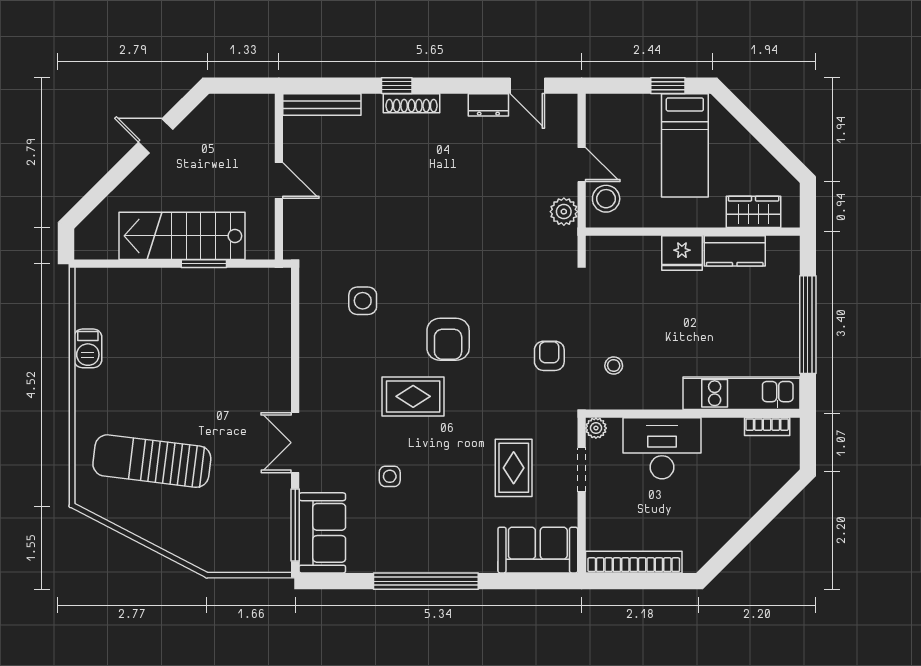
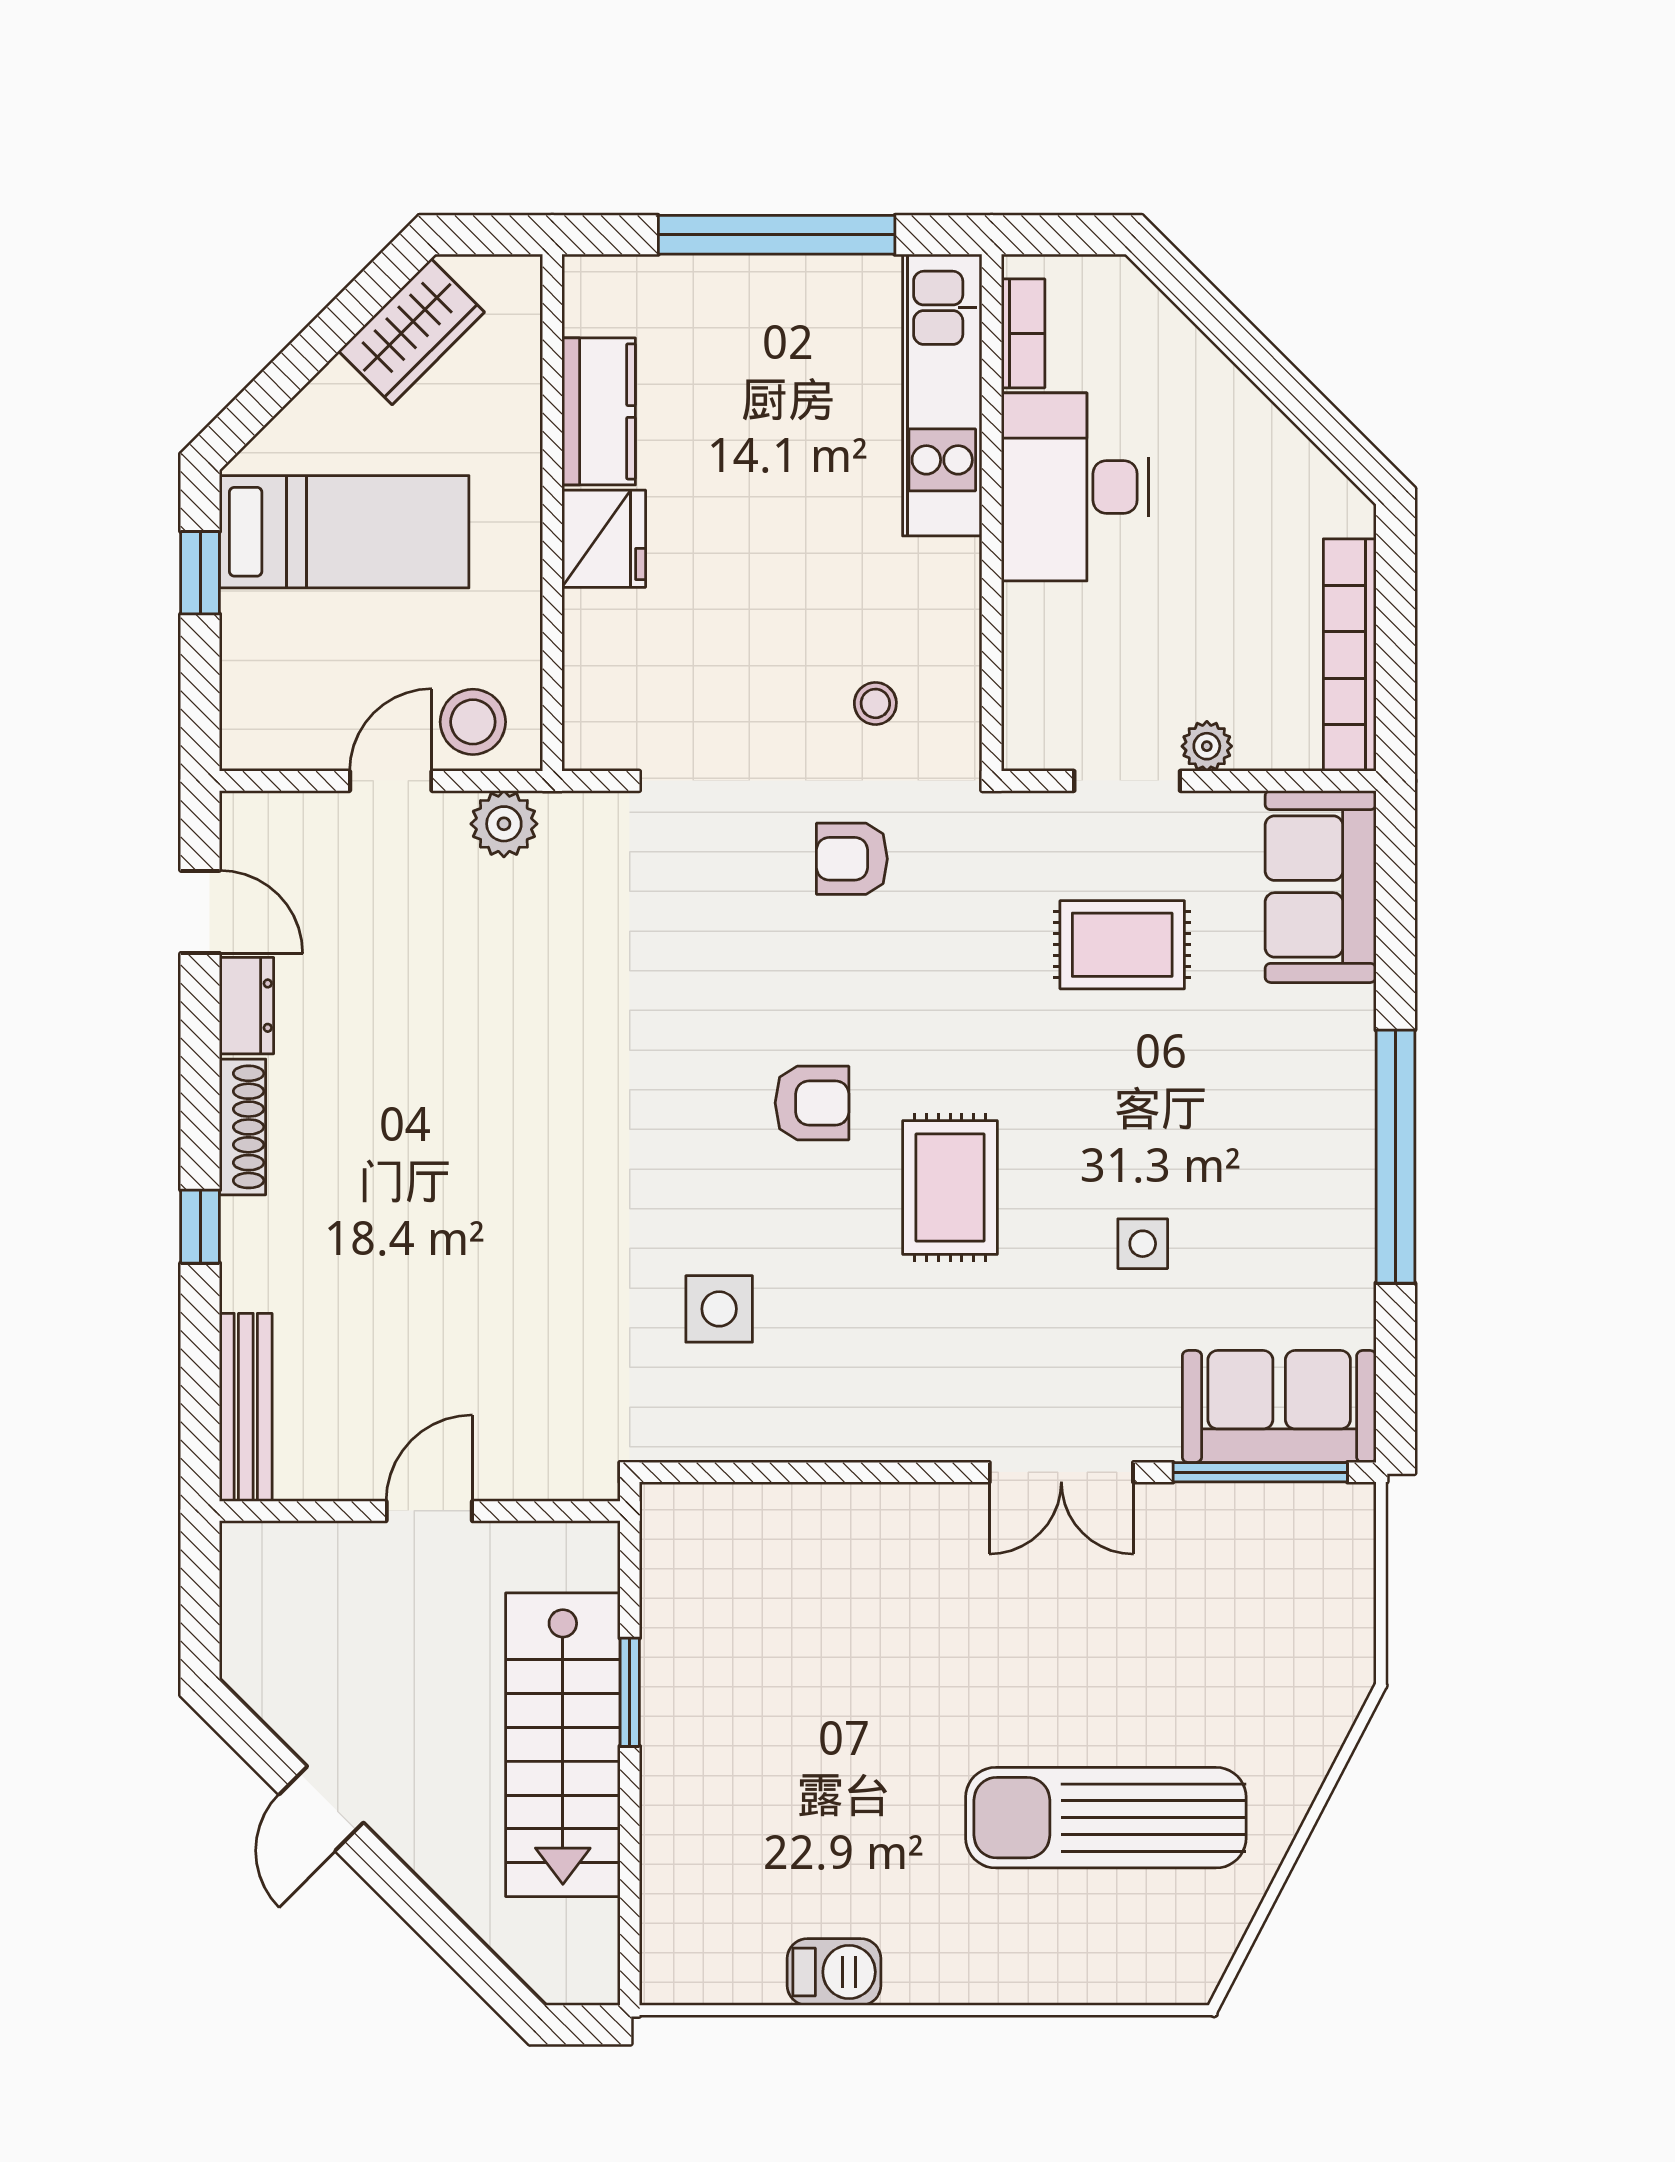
door: (527, 86) -> (200, 912), hinge flipped
shoe rack: (411, 103) -> (243, 1127), moved
wardrobe: (754, 212) -> (411, 332), moved, turned -135
armchair: (448, 339) -> (812, 1103), width x0.72, depth x0.72
plant: (596, 428) -> (1207, 746), moved
desk: (662, 448) -> (1075, 487), moved
sun lounger: (152, 461) -> (1106, 1818), turned 83

